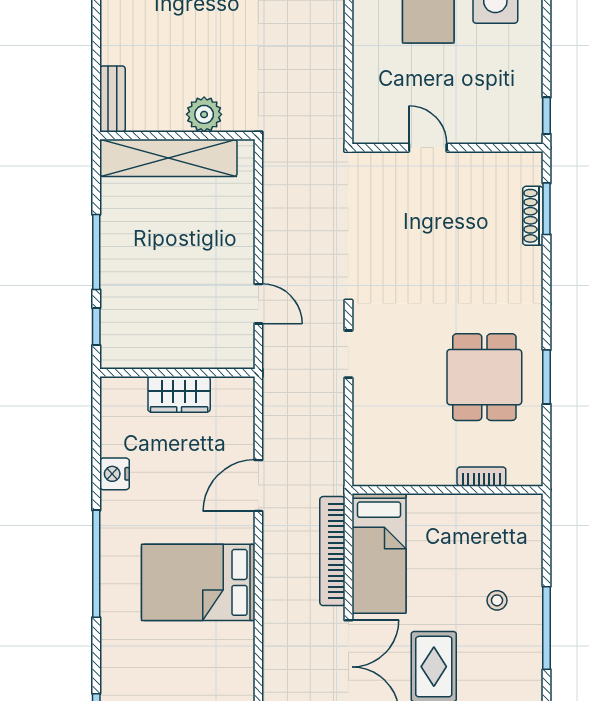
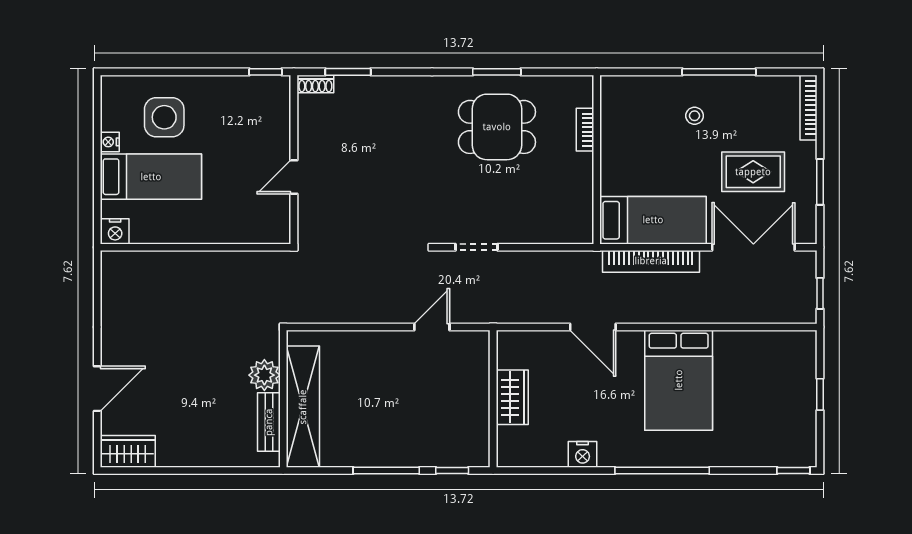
bench: (113, 99) -> (269, 422), moved, turned 90
shoe rack: (533, 216) -> (315, 84), moved, width x0.70

